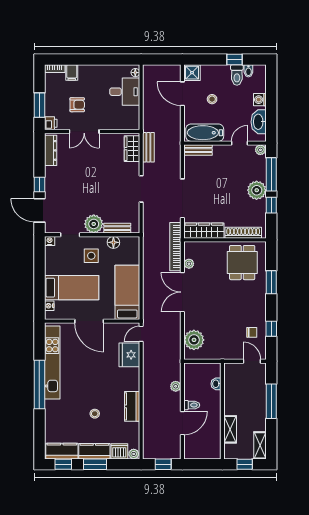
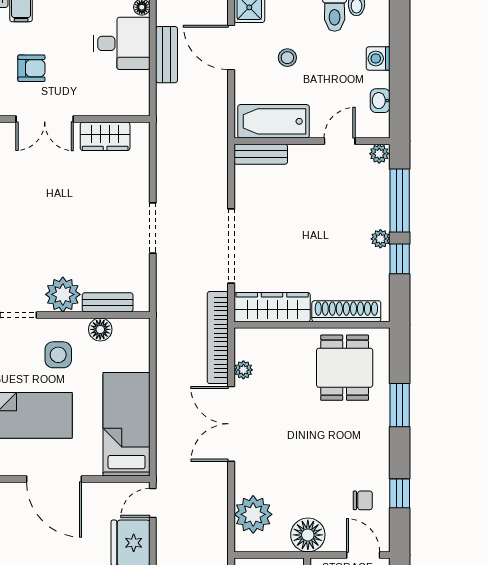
washbasin: (259, 122) -> (380, 101), width x0.52, depth x0.69
bench: (148, 147) -> (167, 55), moved
wardrobe: (132, 149) -> (105, 136), moved, turned -90
plant: (257, 190) -> (380, 239), width x0.53, depth x0.53
floor lamp: (223, 351) -> (308, 535), added

